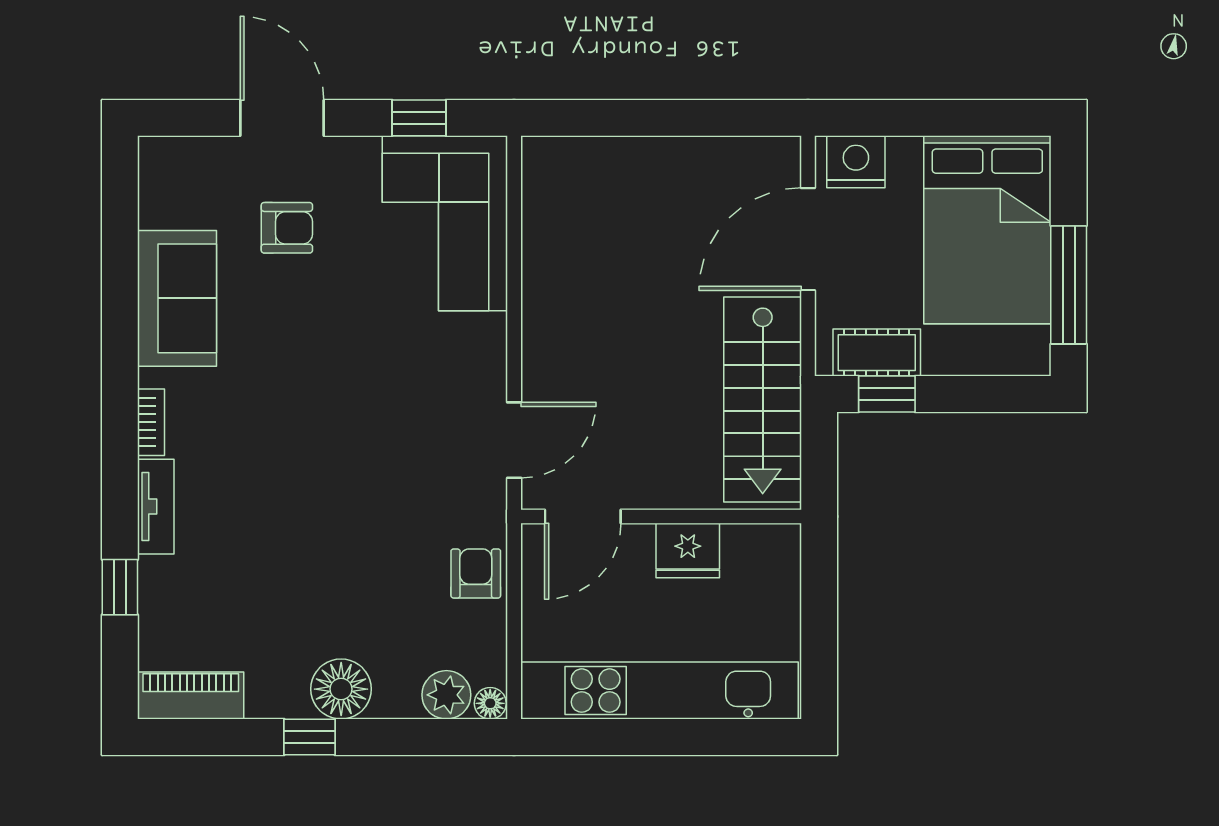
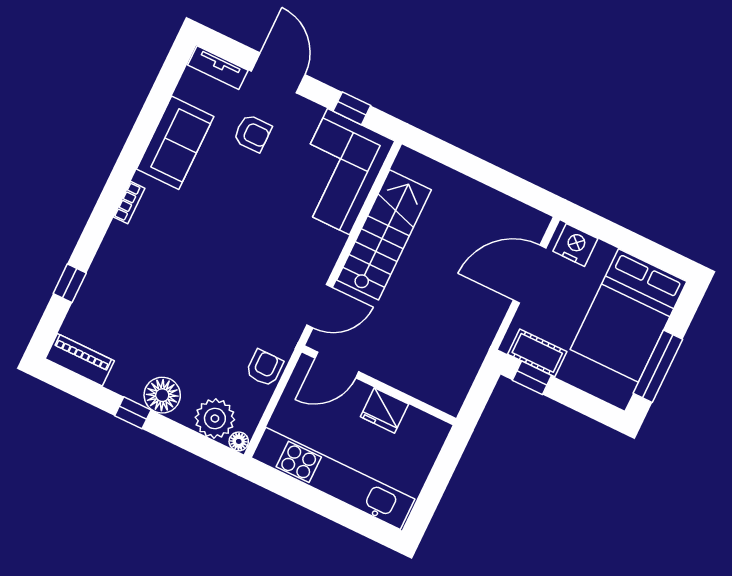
stairs: (763, 399) -> (384, 235), moved, turned 180
tv unit: (156, 507) -> (218, 68), moved, turned 90
plant: (446, 695) -> (215, 418), width x1.36, depth x1.36

